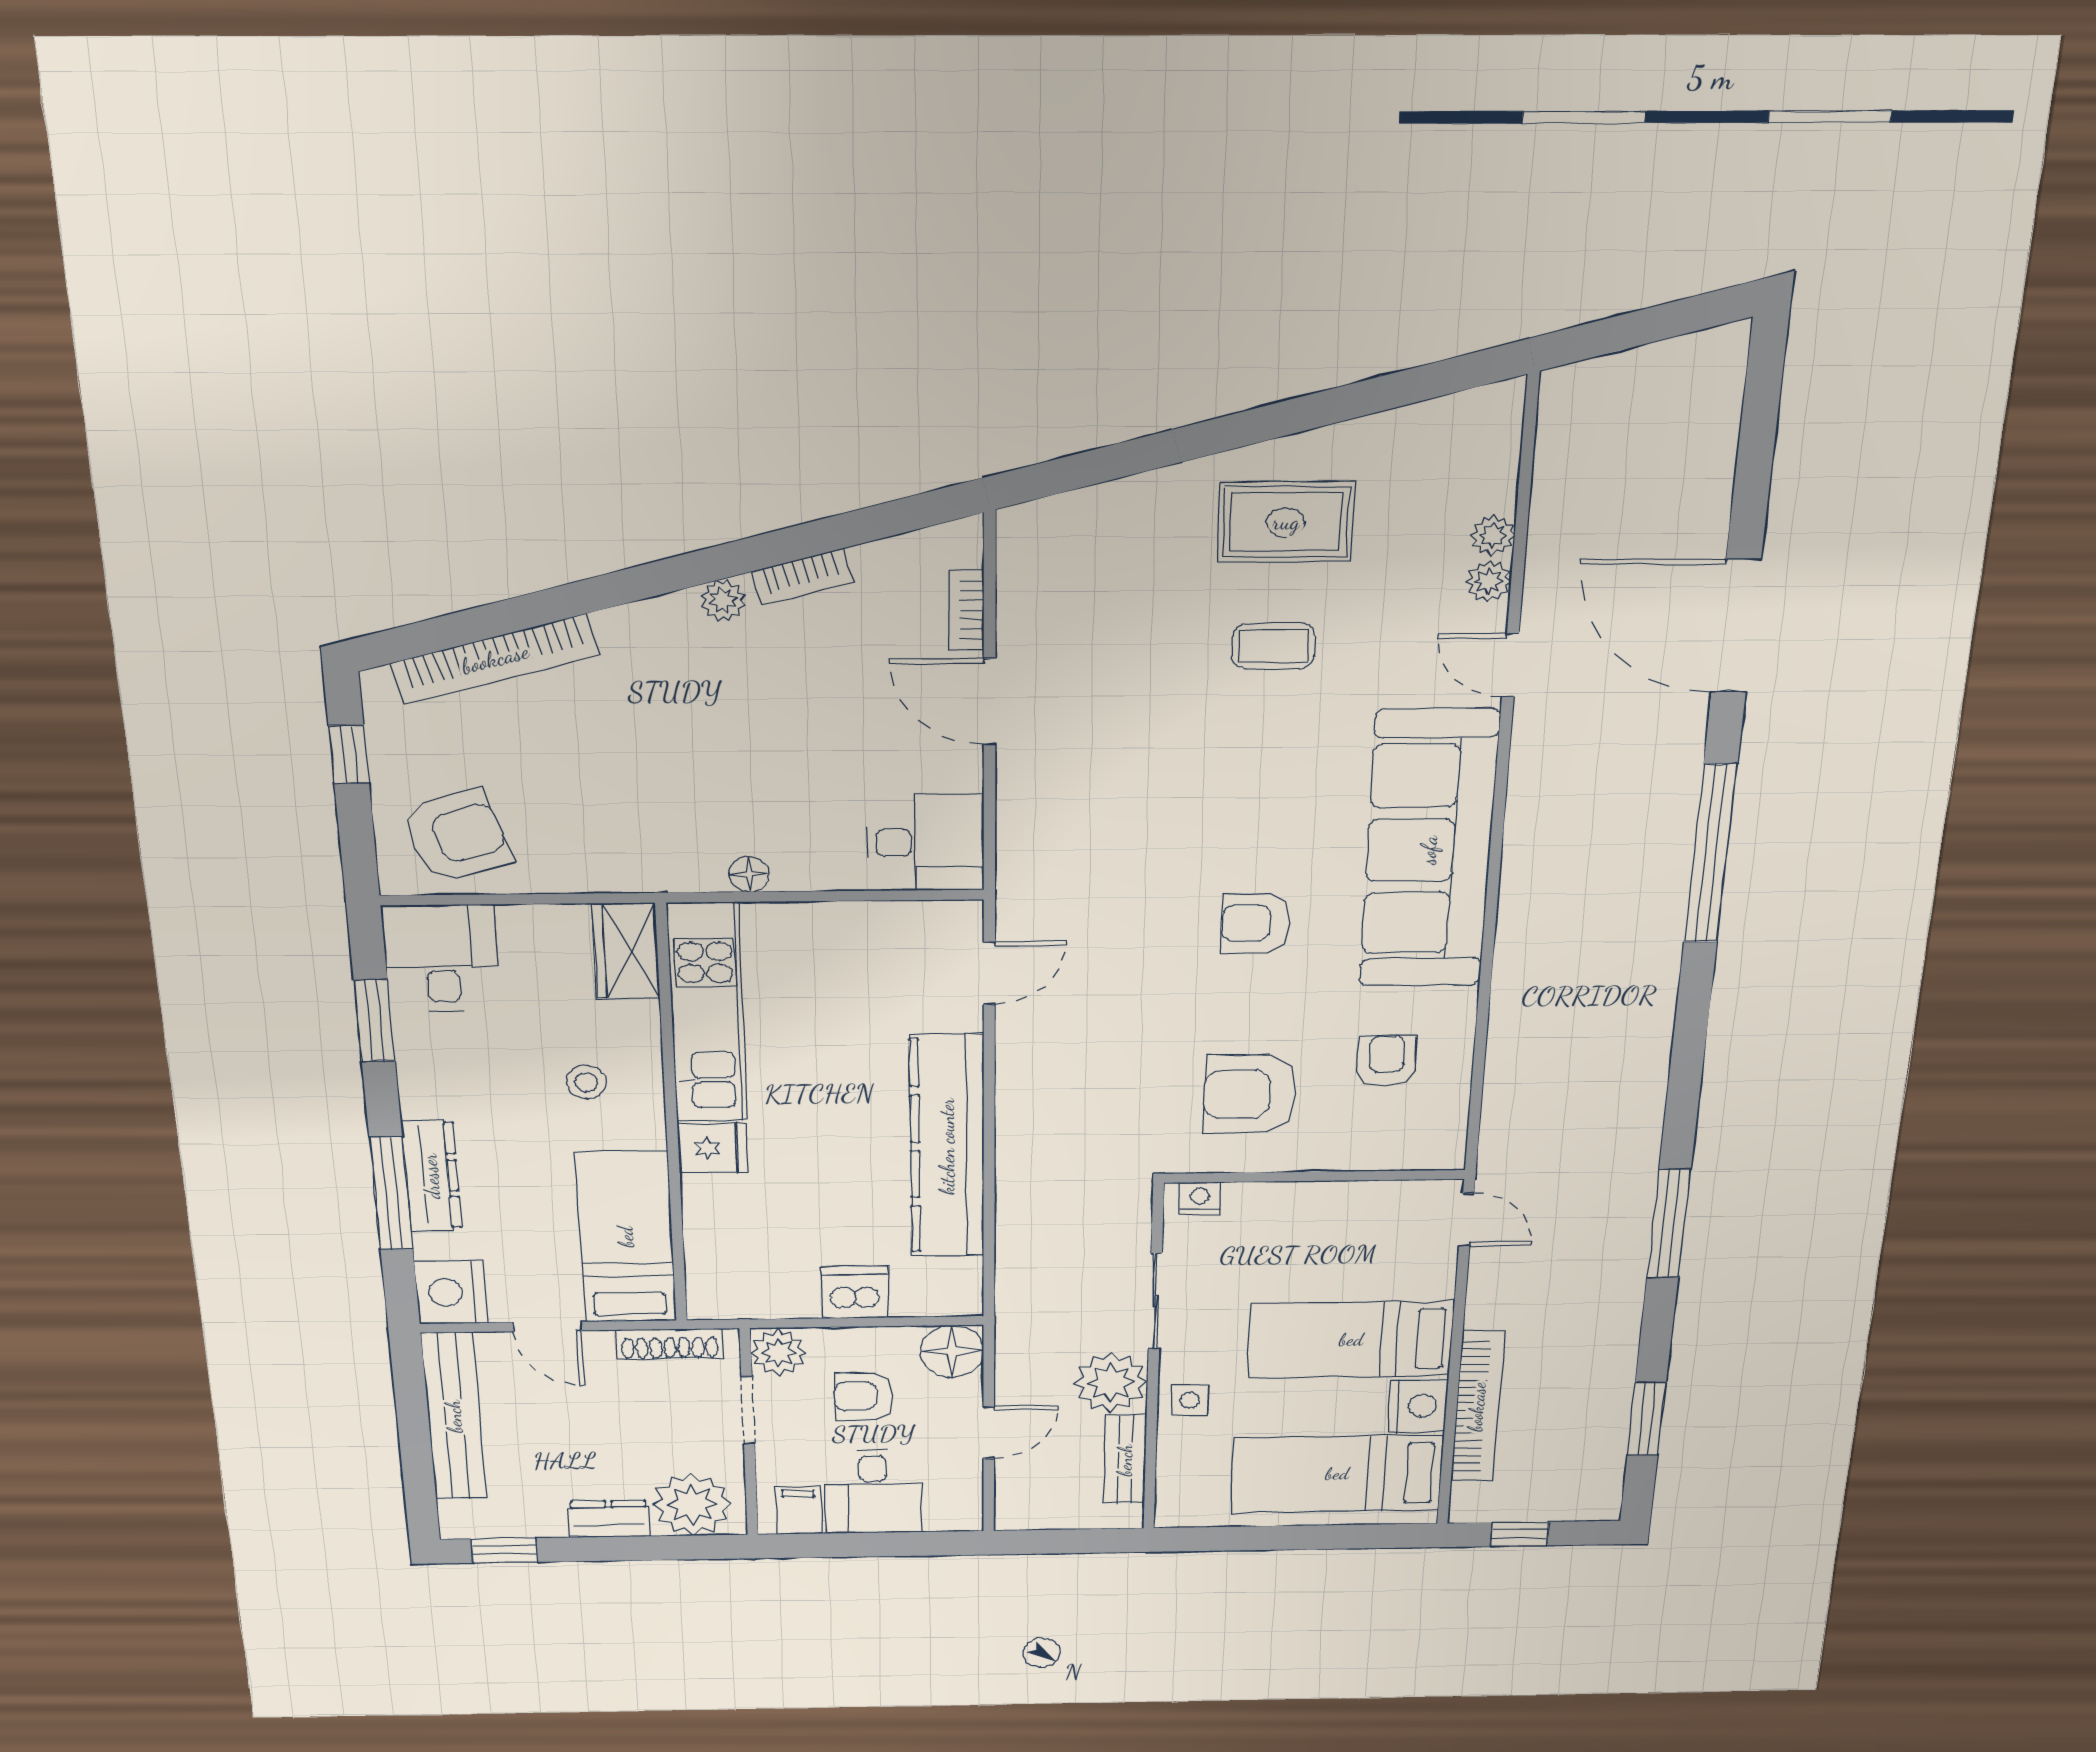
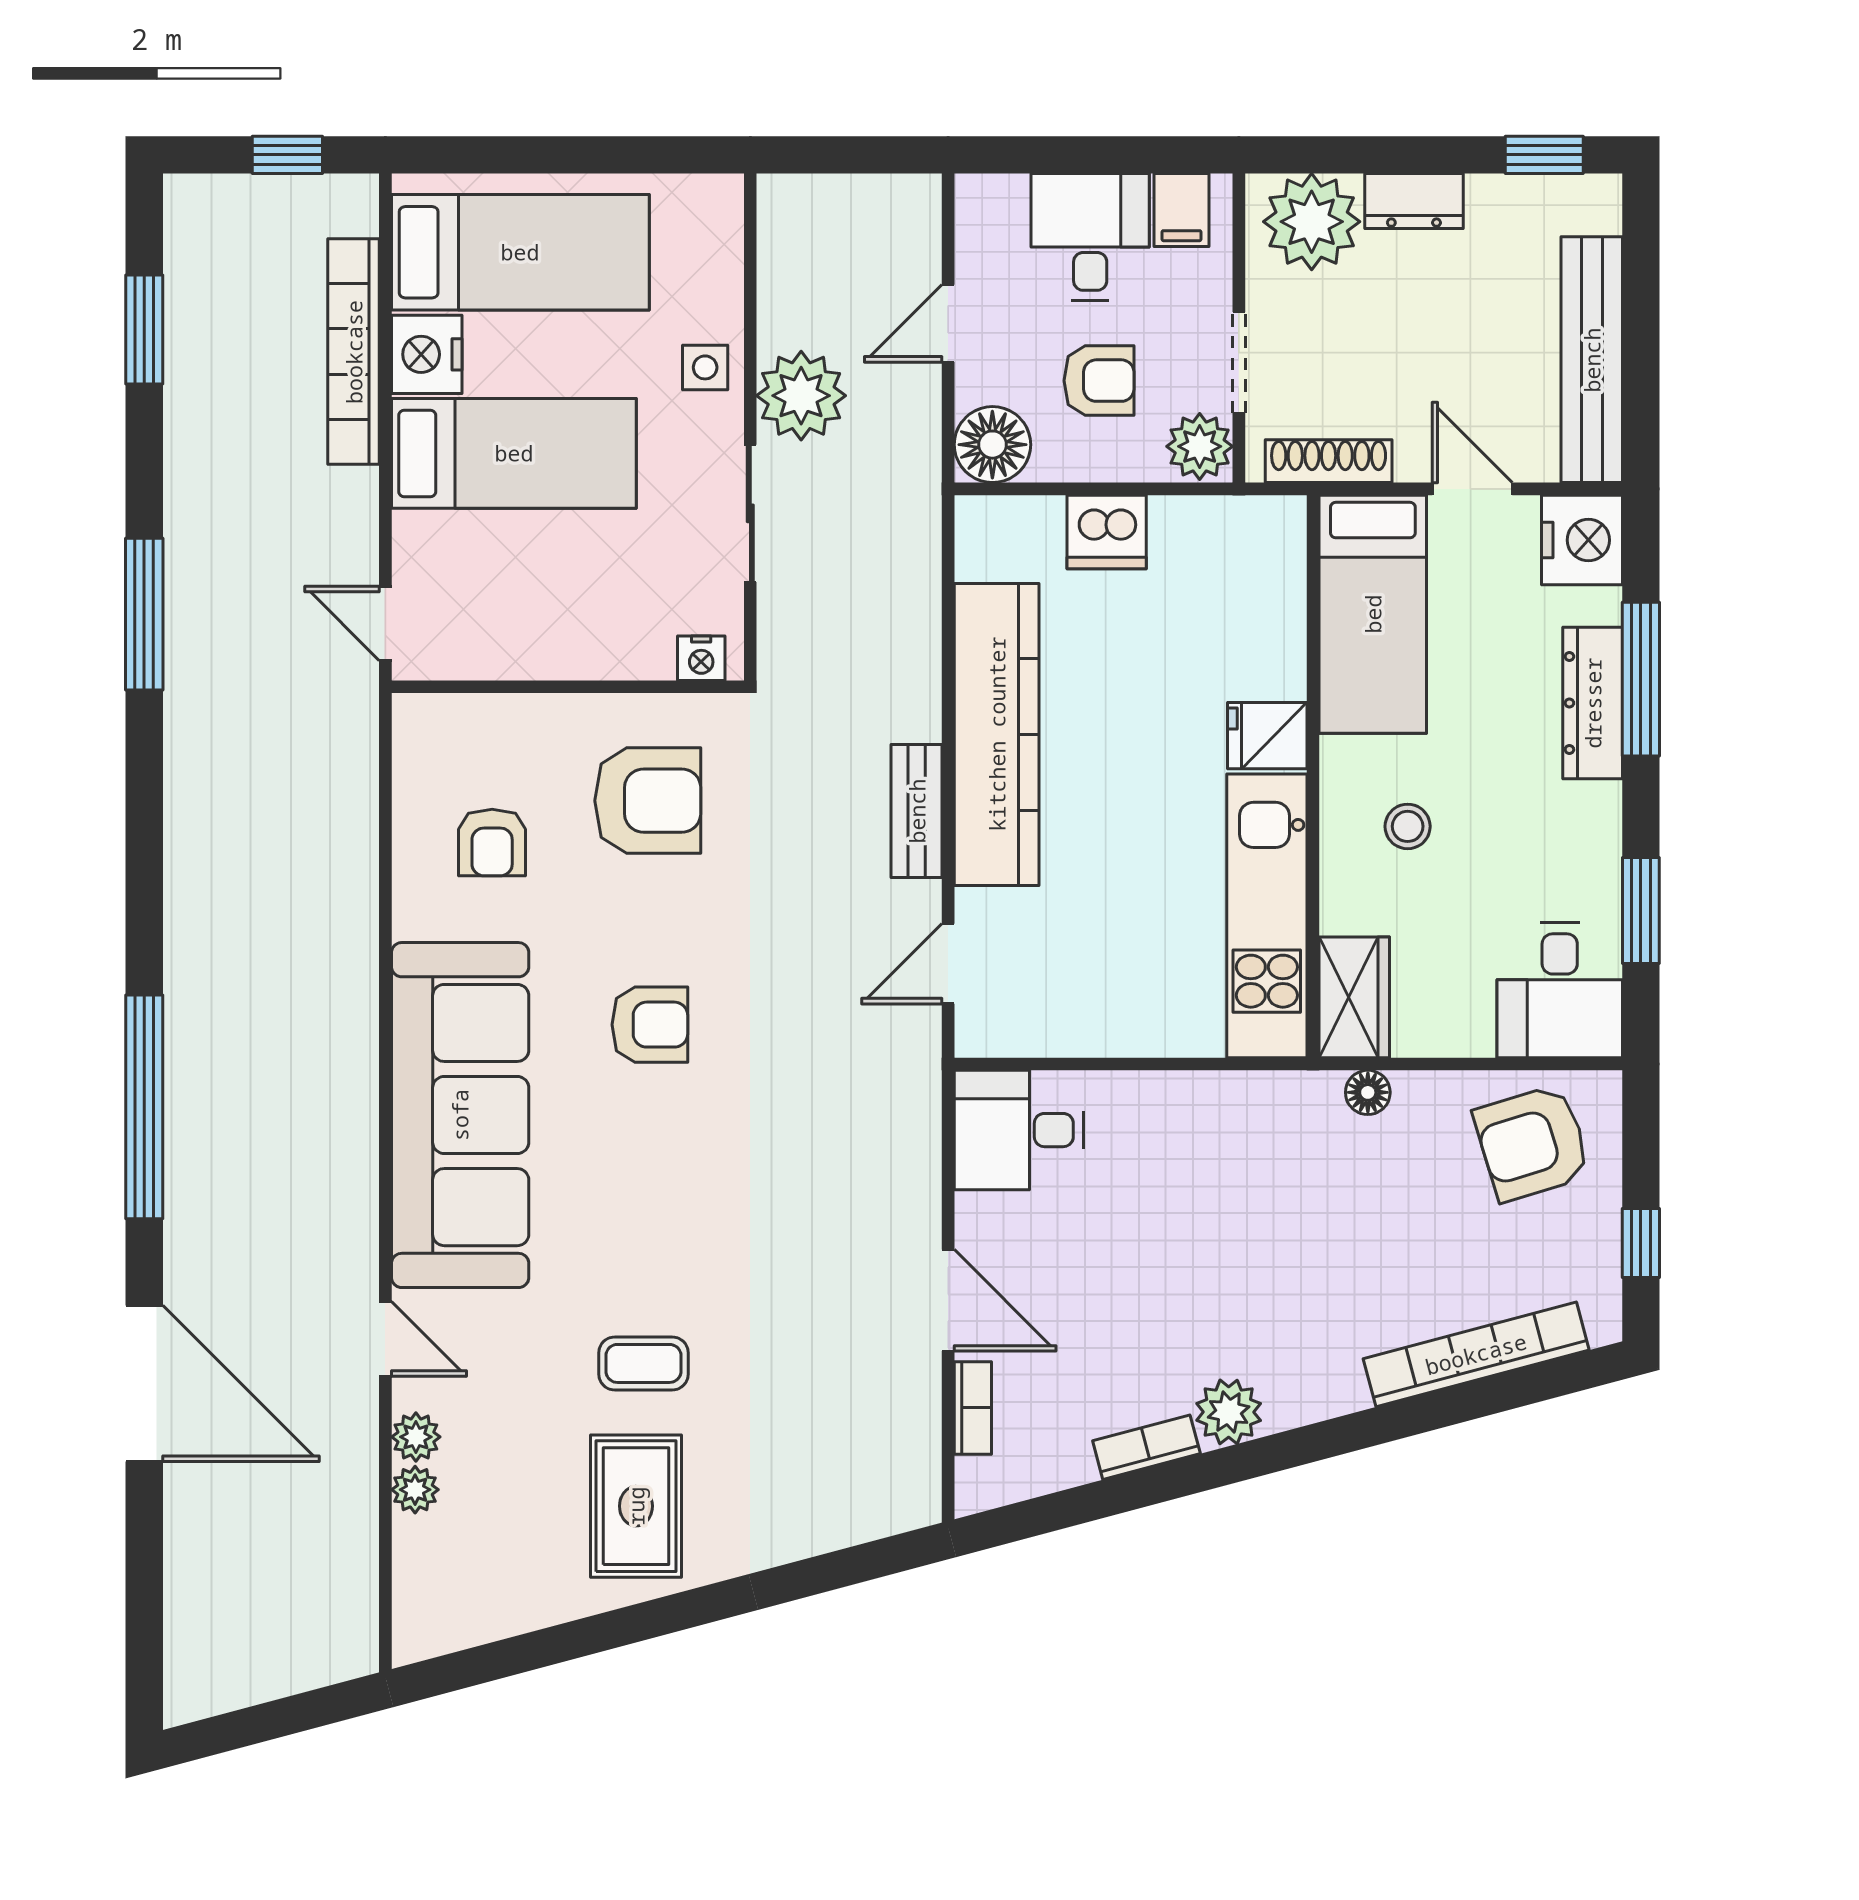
rug: (1286, 522) -> (636, 1506), turned 90
plant: (723, 600) -> (1229, 1412), width x1.38, depth x1.38
floor lamp: (749, 874) -> (1368, 1092), moved
bench: (1125, 1460) -> (917, 811), moved

